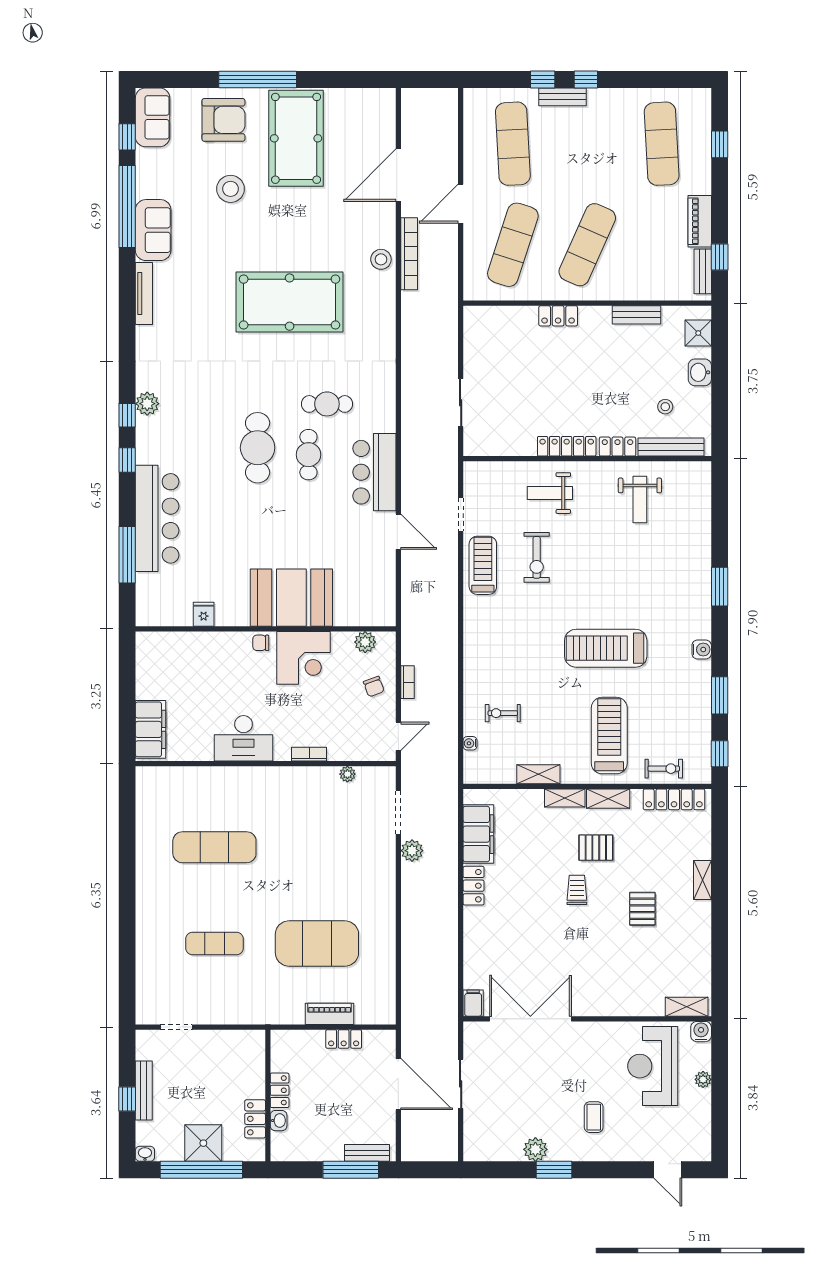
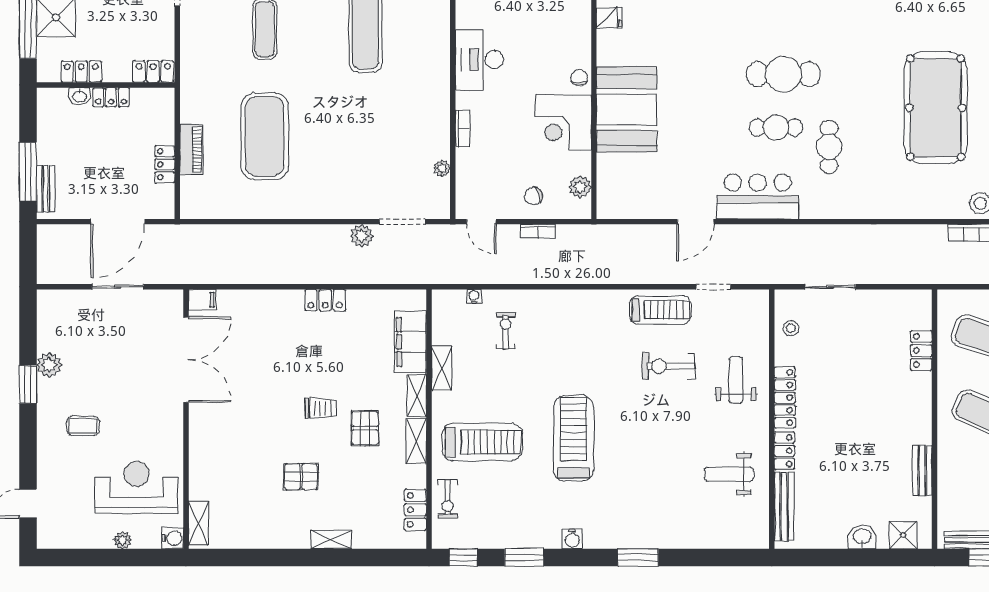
locker: (558, 316) -> (921, 350), moved
stool: (665, 407) -> (791, 328), moved
locker: (674, 799) -> (415, 510), width x0.66
filing cabinet: (478, 834) -> (410, 342), moved, turned 90
locker: (255, 1050) -> (153, 71), added

